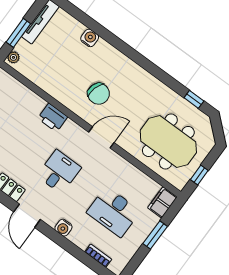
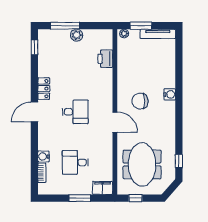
water cooler: (90, 38) -> (170, 94), moved
chair: (99, 94) -> (140, 101), turned 74
printer: (53, 118) -> (105, 59), moved
desk: (113, 212) -> (75, 162), width x0.73
water cooler: (63, 228) -> (43, 157), moved

